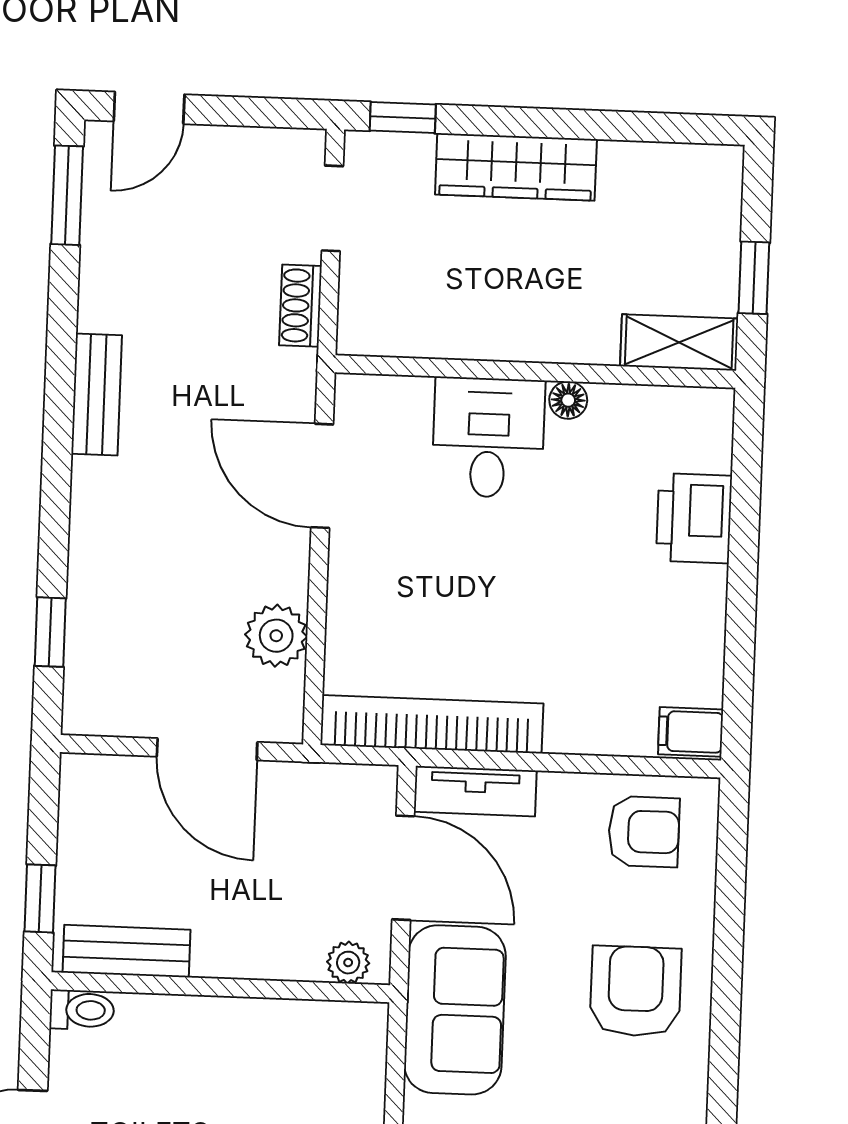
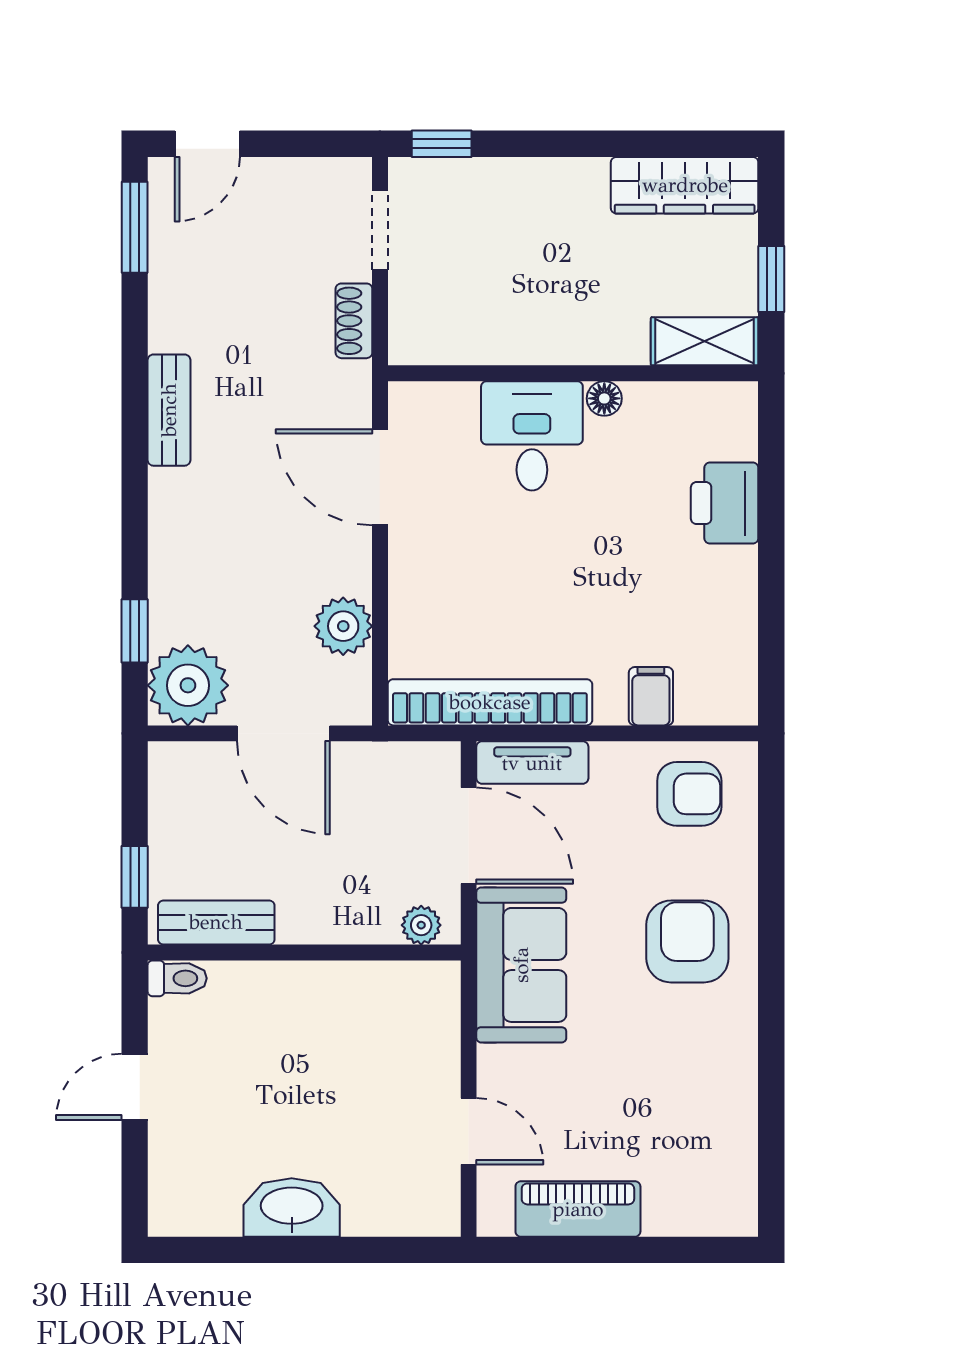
wardrobe: (516, 167) -> (685, 185), moved
plant: (106, 693) -> (188, 685), added
filing cabinet: (691, 732) -> (651, 696), moved, turned 90

